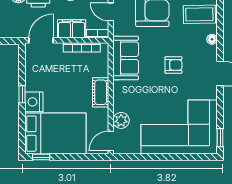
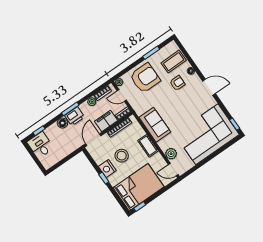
sofa: (126, 58) -> (155, 125), moved
armchair: (174, 65) -> (177, 83), moved
stool: (61, 82) -> (122, 156), added
nightstand: (34, 102) -> (107, 169), moved
door: (111, 141) -> (173, 170), hinge flipped

